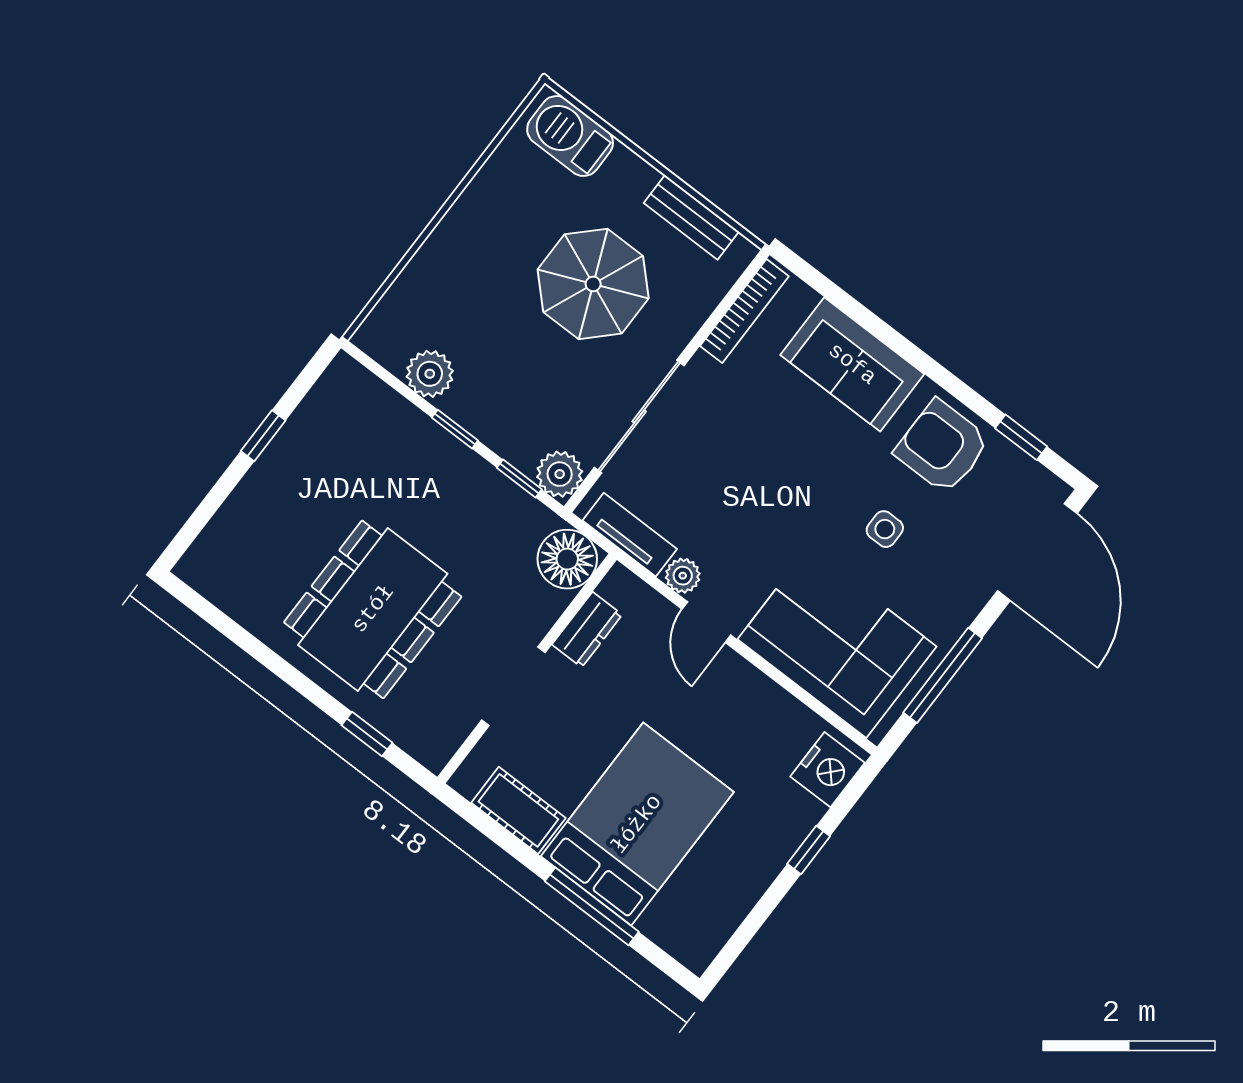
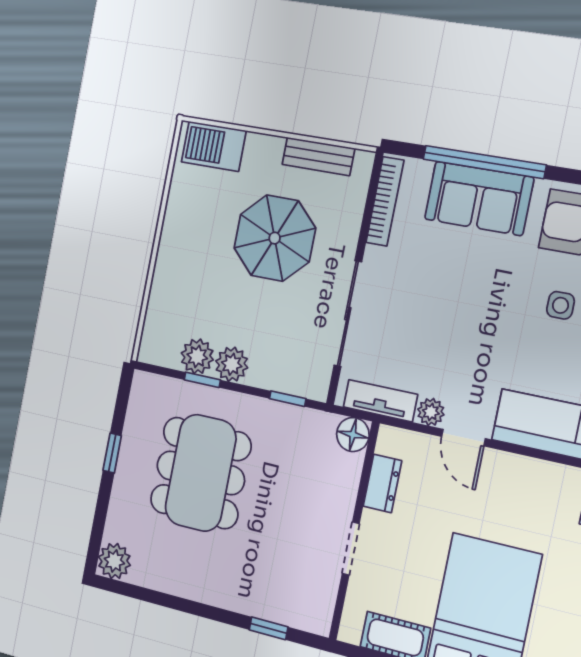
window: (878, 327) -> (484, 162), added
window: (455, 429) -> (202, 380), moved
plant: (560, 474) -> (232, 364), moved
floor lamp: (567, 559) -> (353, 435), width x0.73, depth x0.73
plant: (203, 567) -> (114, 561), added
dining table: (373, 609) -> (201, 473), moved
doorway: (513, 686) -> (351, 549), width x0.73

